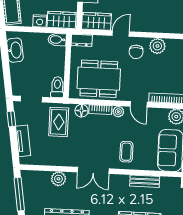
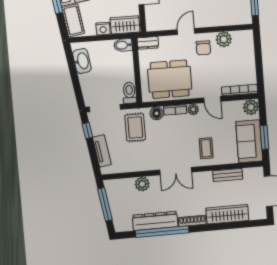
wardrobe: (96, 21) -> (160, 22), removed
doorway: (32, 99) -> (105, 108), width x1.38

